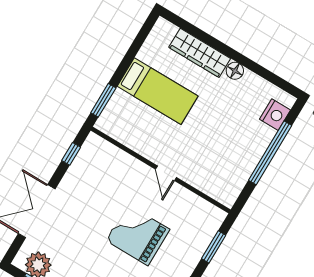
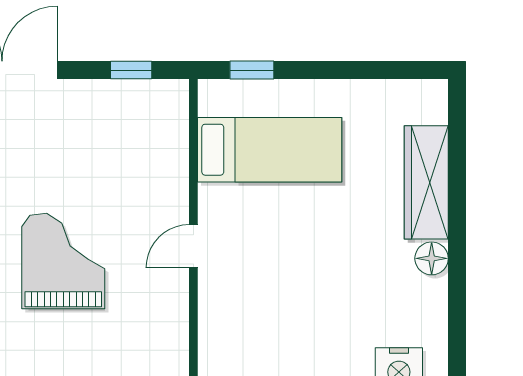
bed: (158, 91) -> (270, 150), moved, turned -90
window: (103, 100) -> (252, 70), width x0.67

